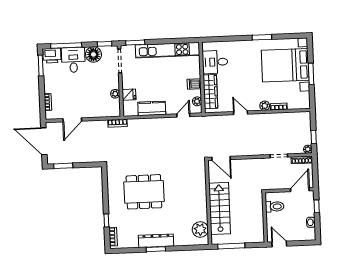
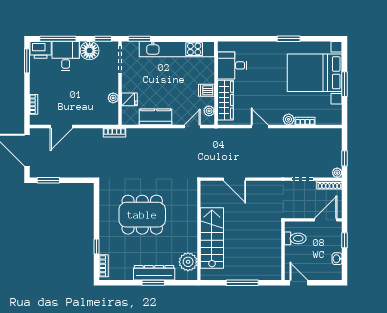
wall: (208, 202) -> (199, 230), moved
stairs: (220, 208) -> (212, 238), moved
plant: (200, 230) -> (188, 262), moved

